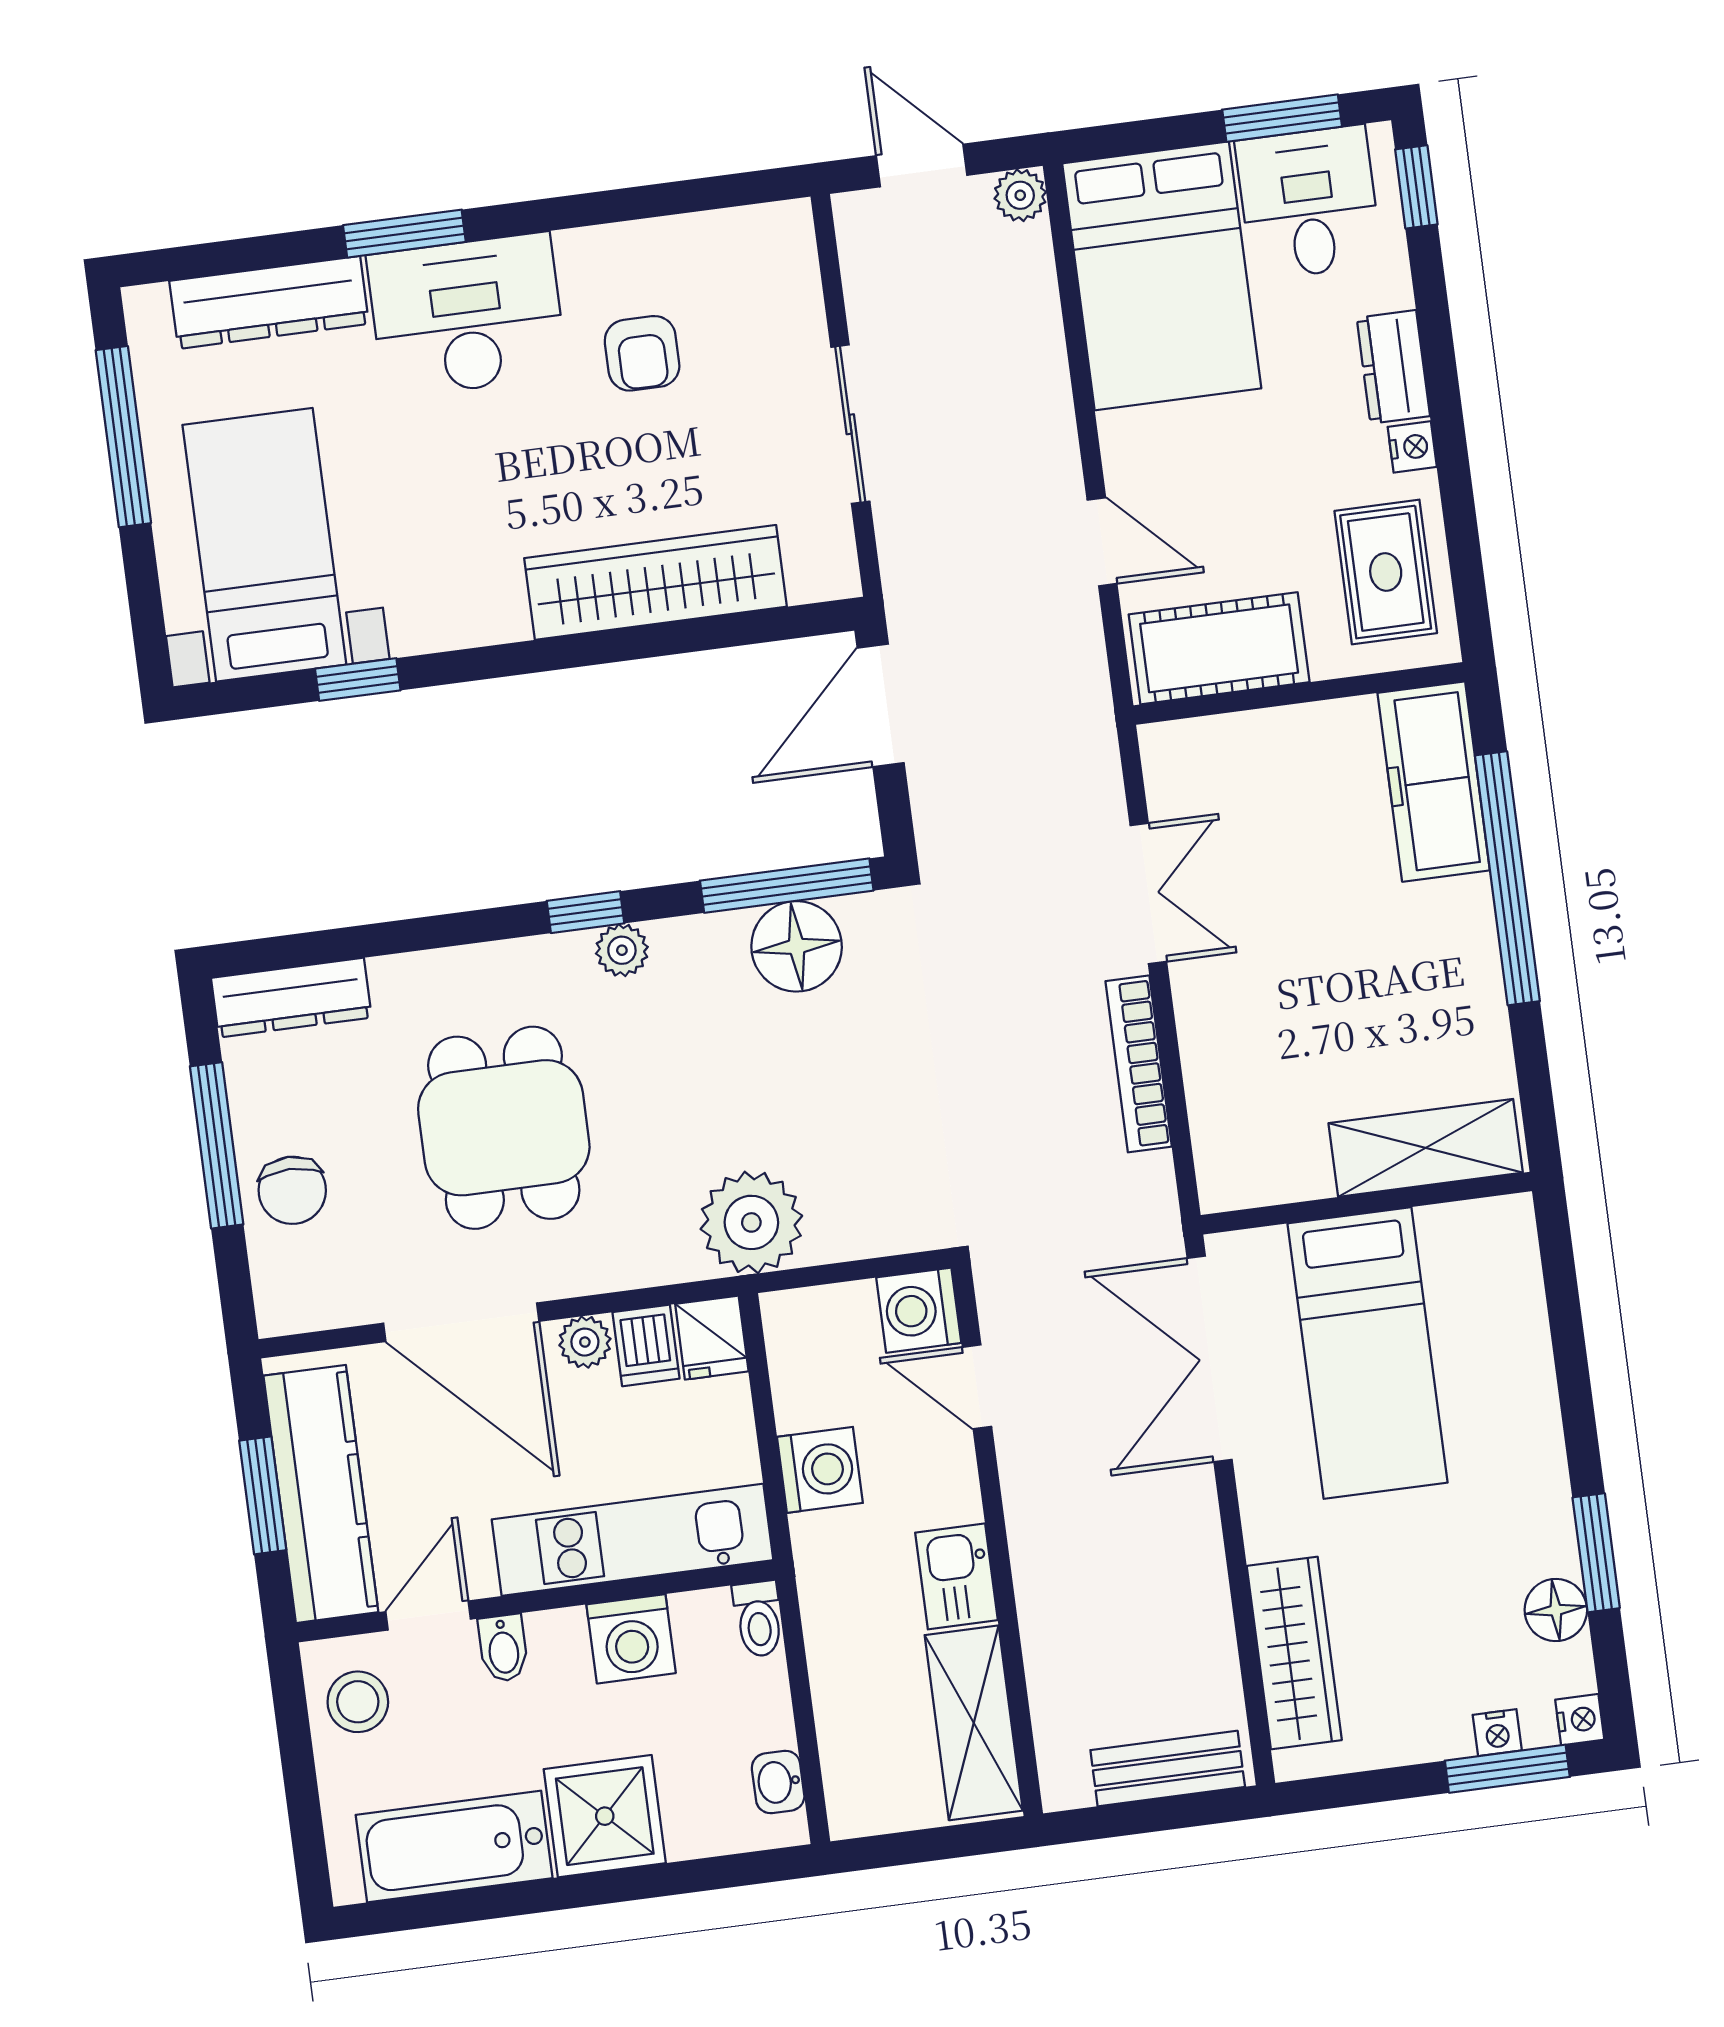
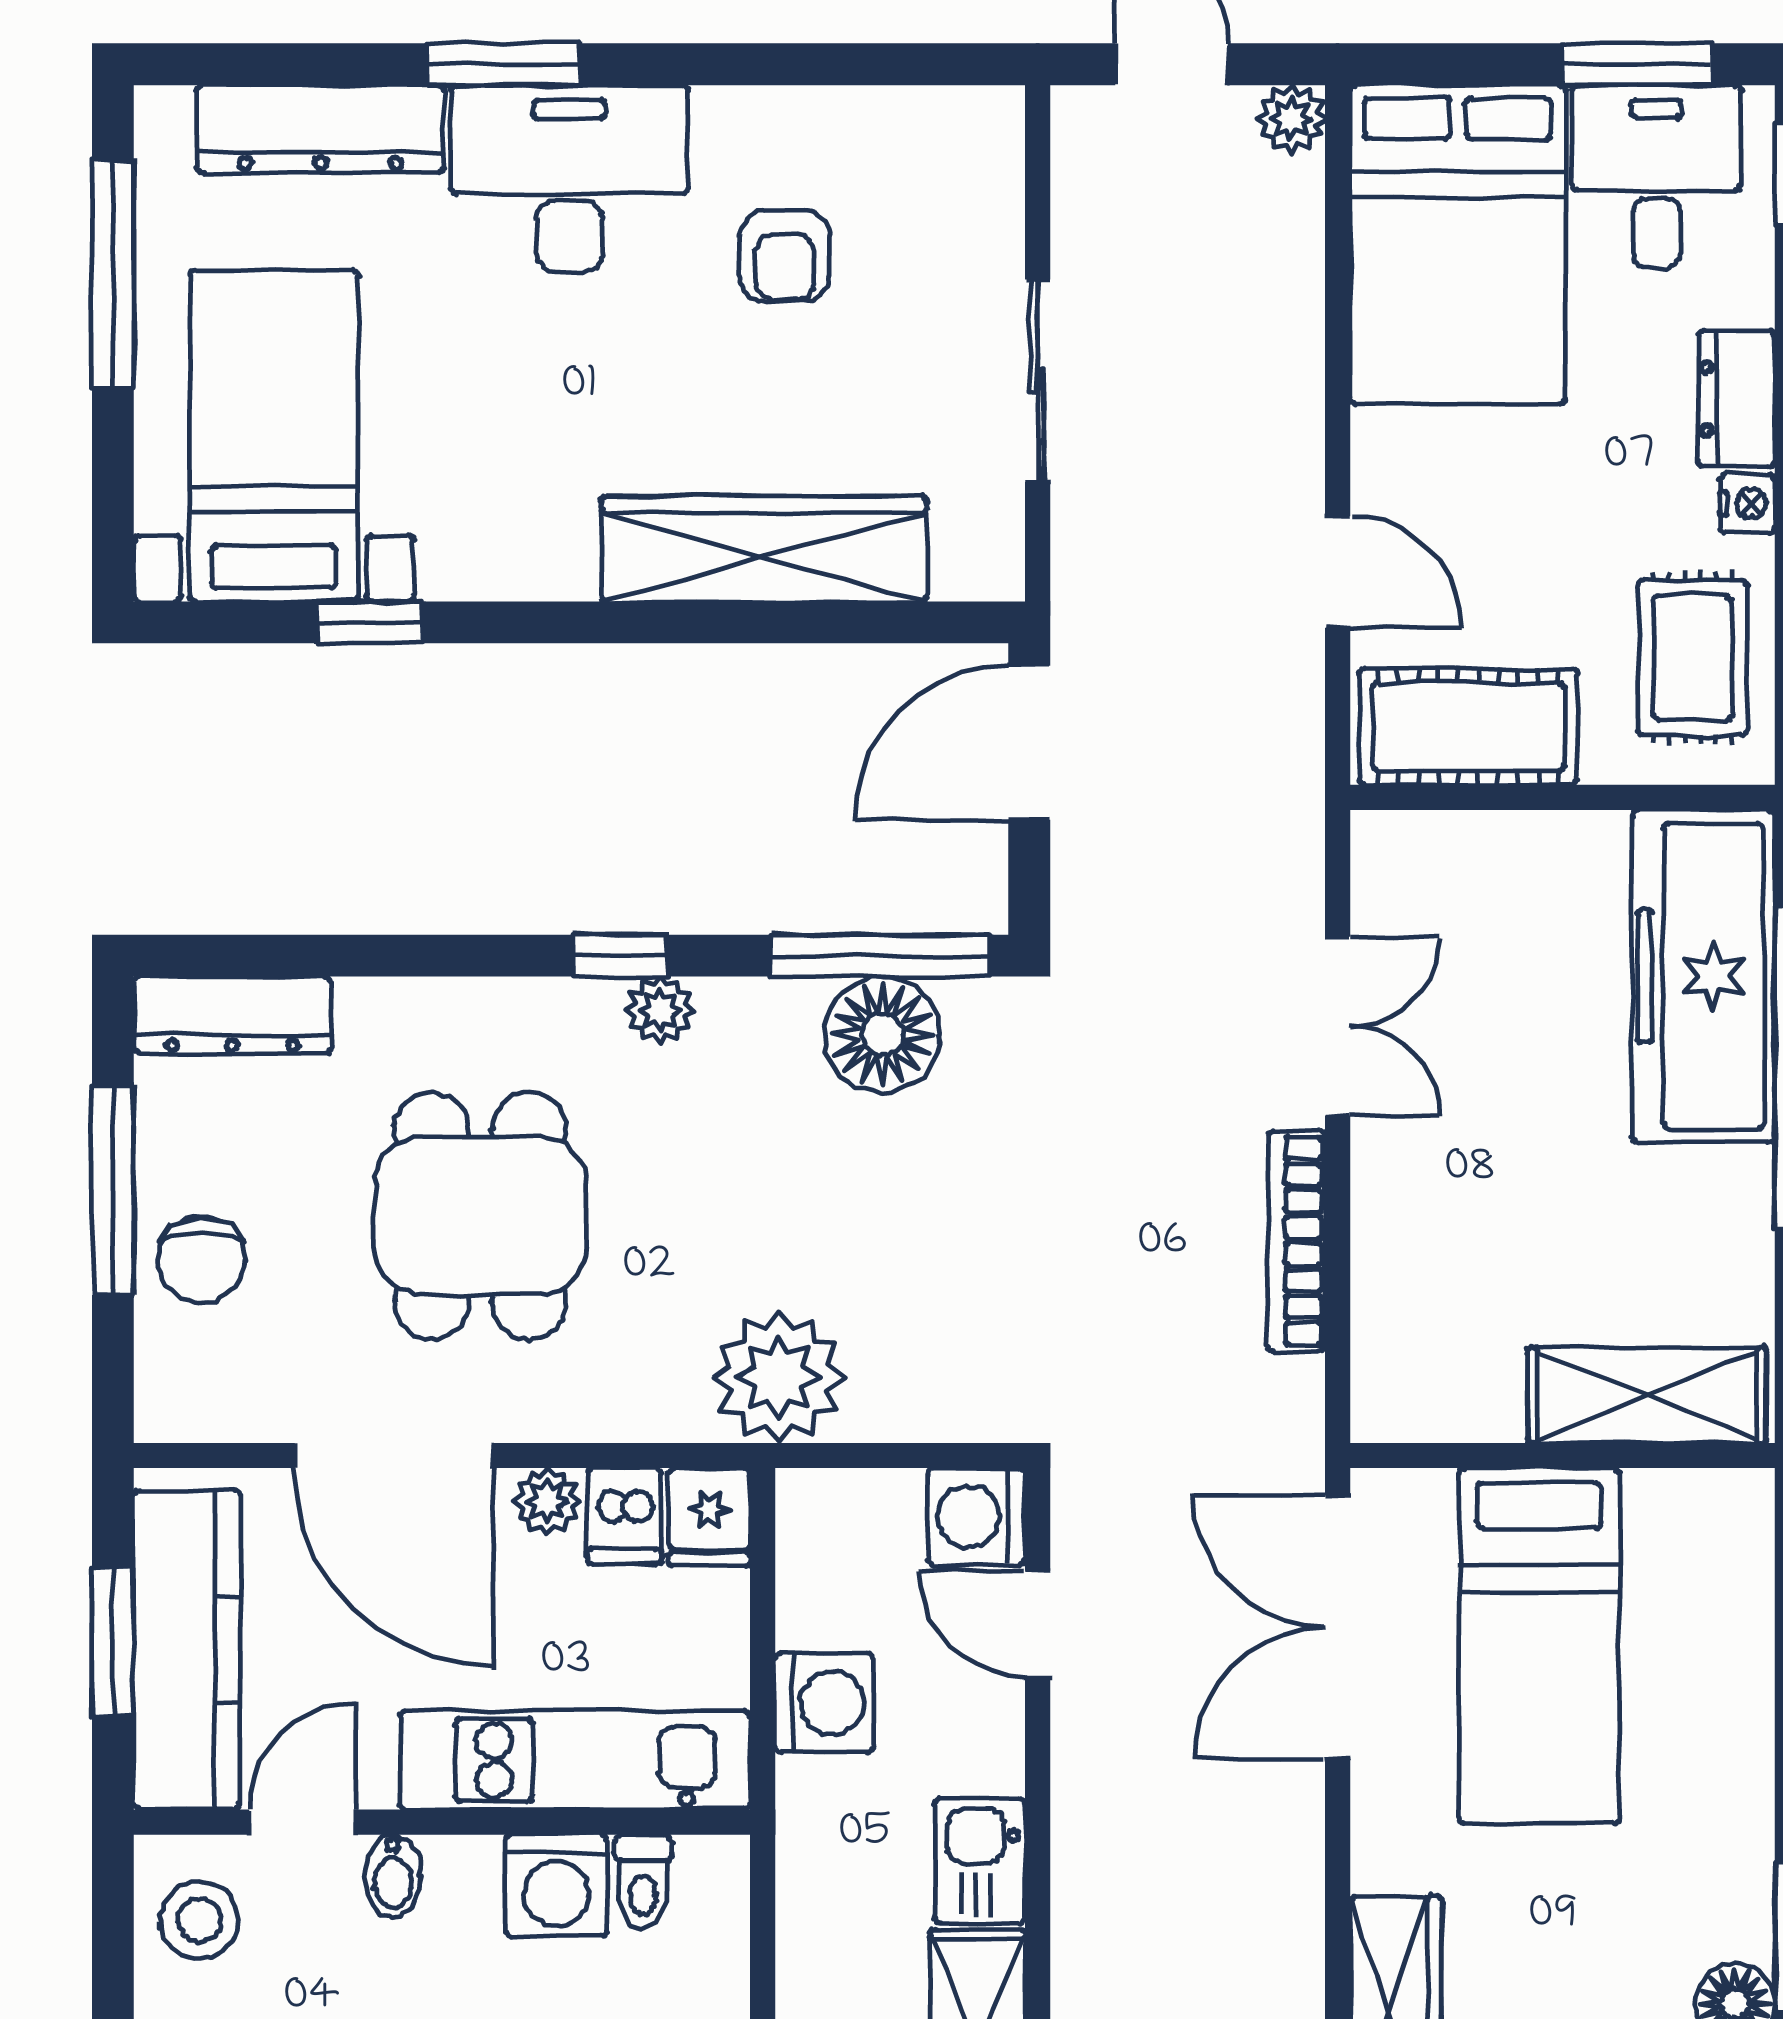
freezer: (1434, 782) -> (1704, 976), width x1.36, depth x1.26
toilet: (758, 1619) -> (643, 1882), moved

